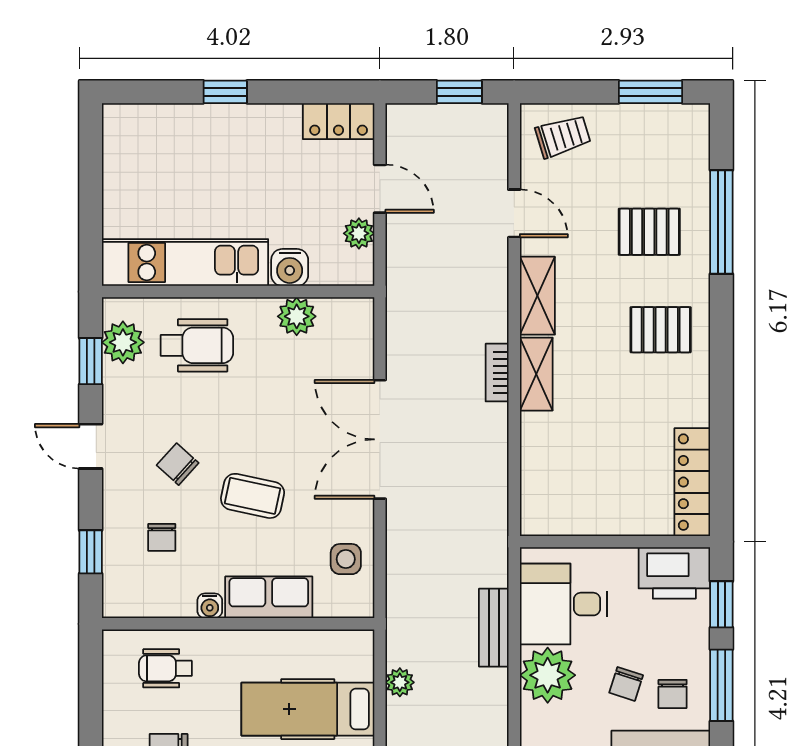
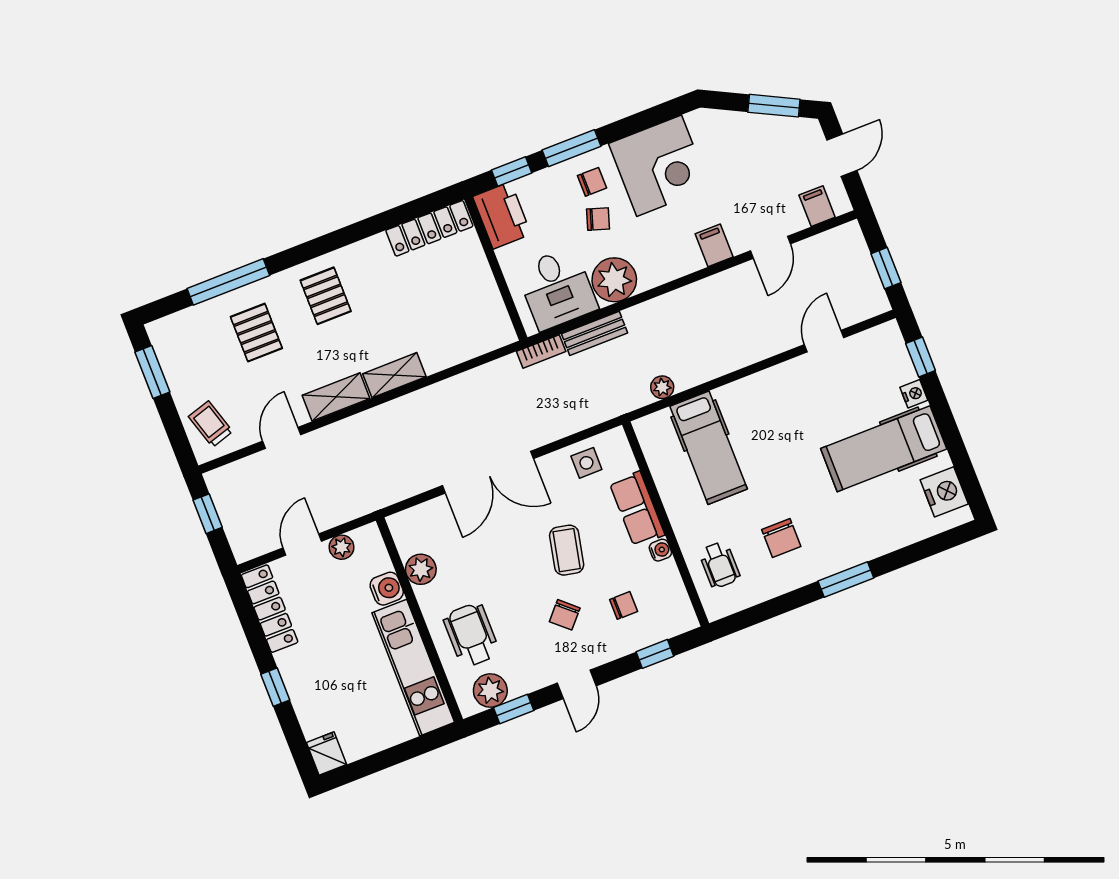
locker: (339, 121) -> (270, 609), width x1.53
fridge: (124, 122) -> (327, 754), added
bookcase: (497, 373) -> (541, 351), moved

